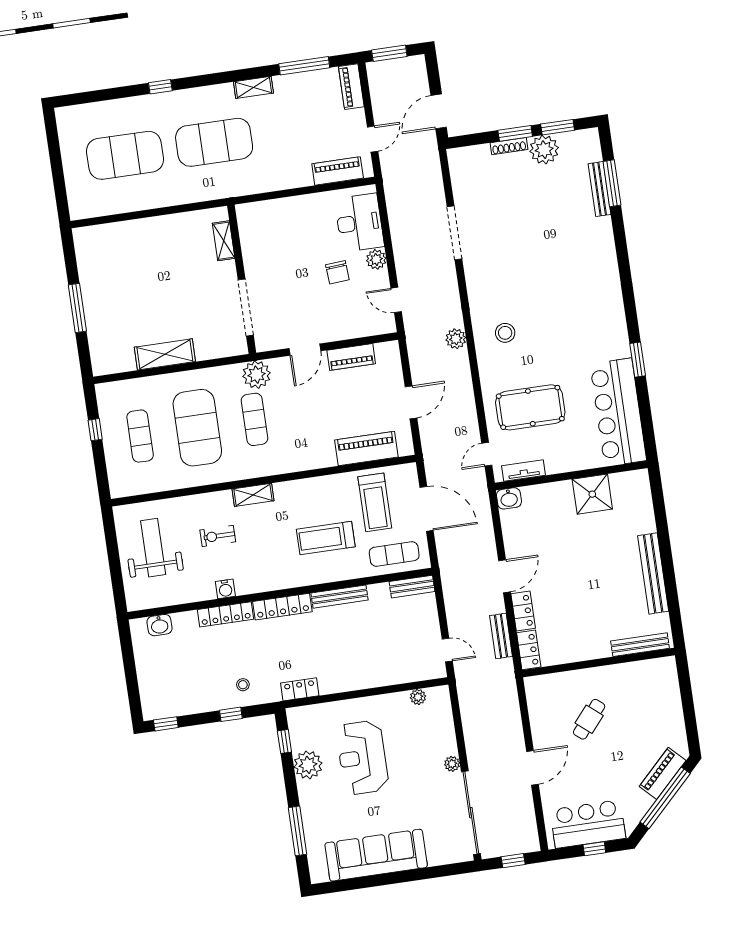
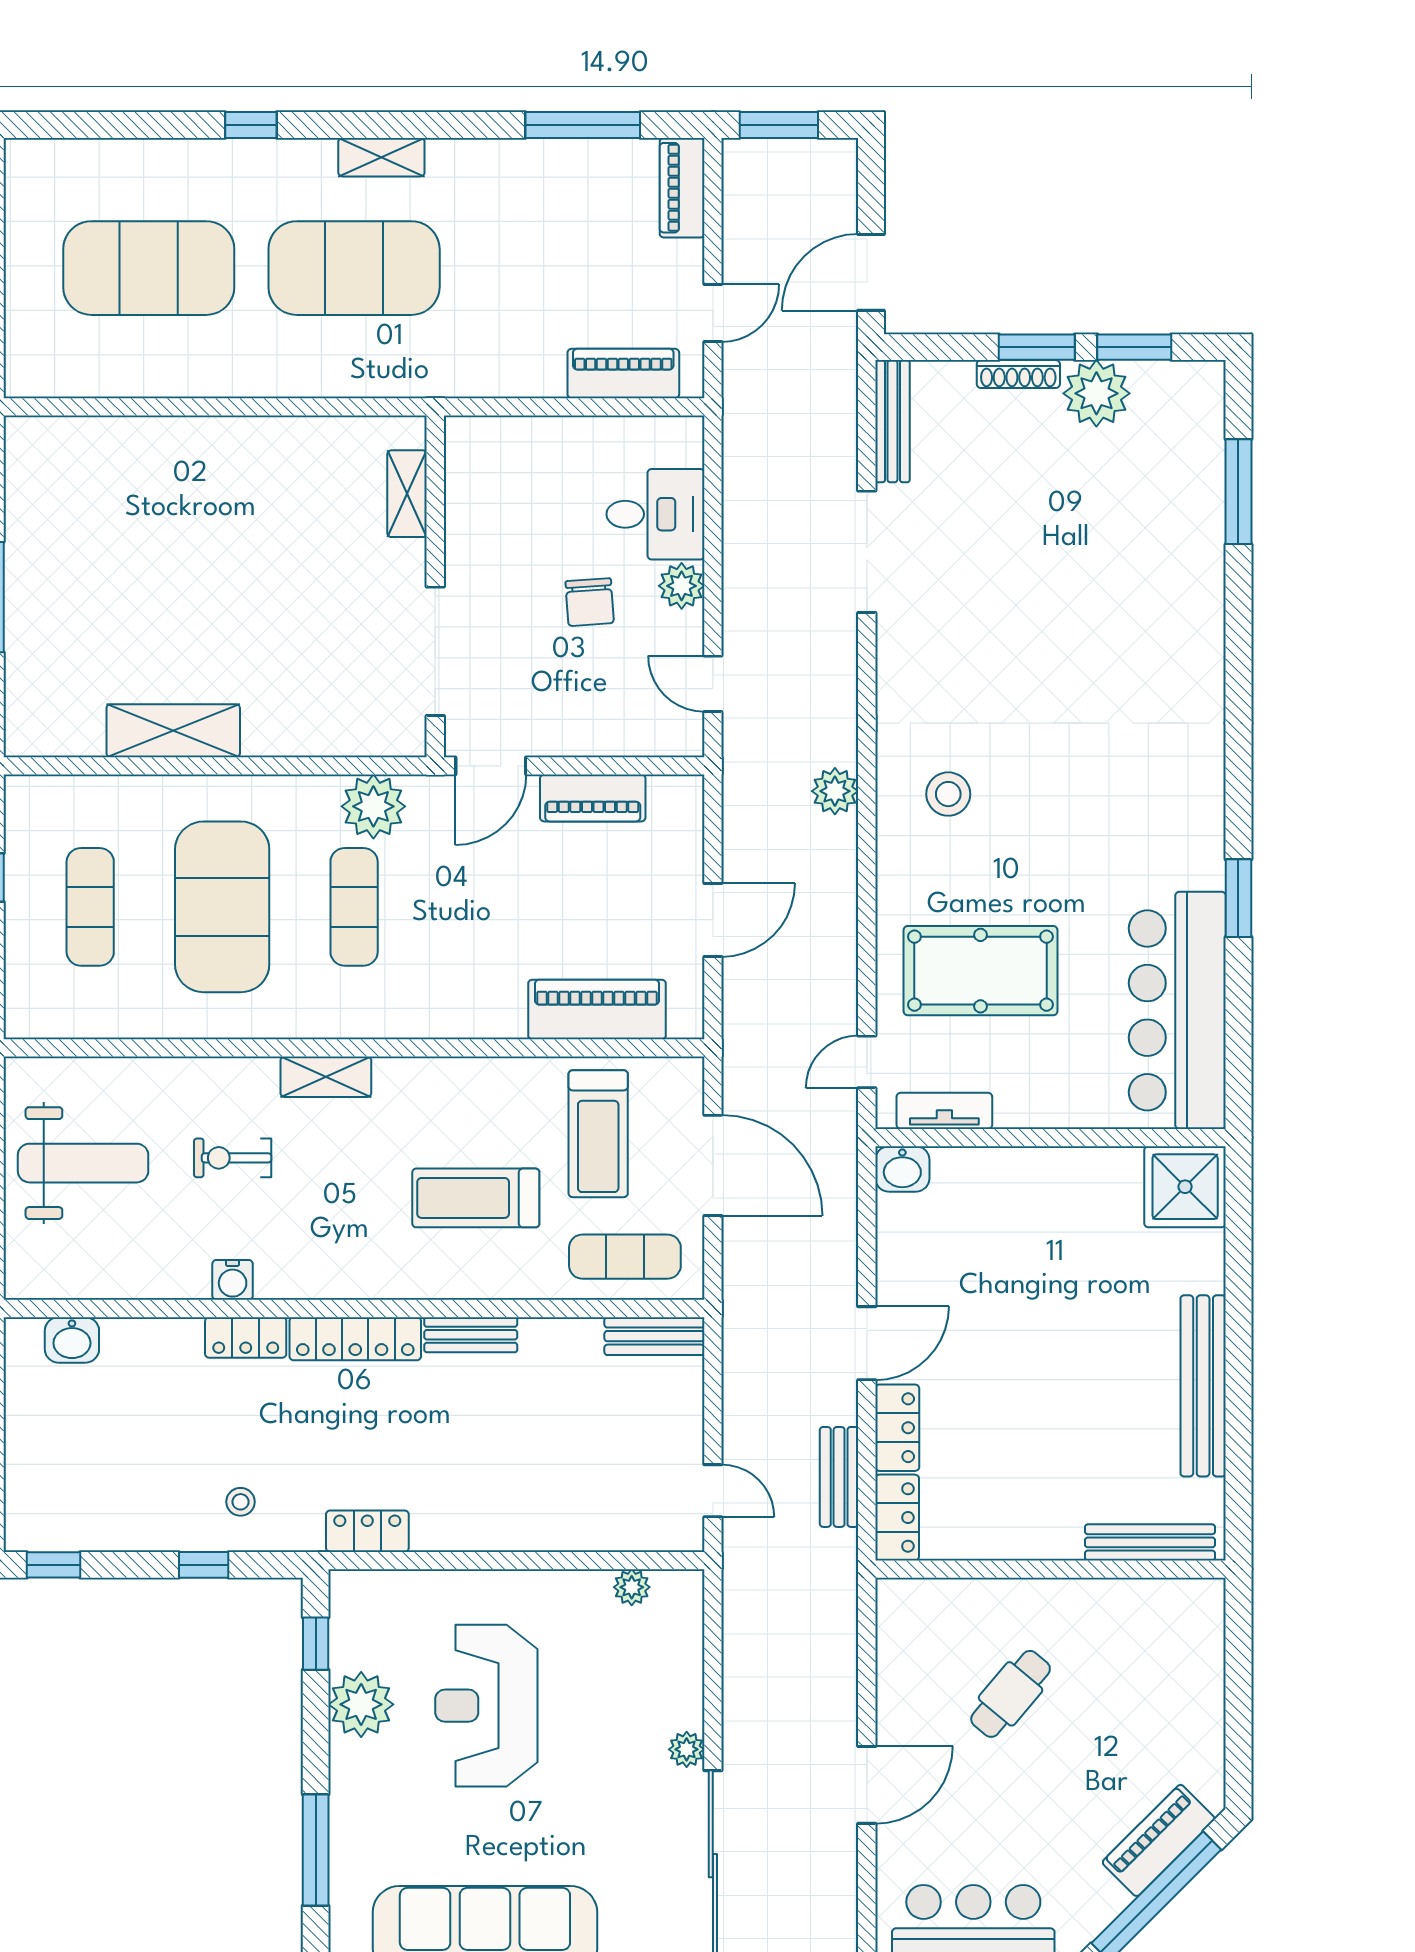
shelving: (253, 87) -> (381, 157), moved
bench: (599, 189) -> (892, 421), moved
desk: (359, 223) -> (655, 514), width x0.73
shelving: (224, 241) -> (407, 494), moved
wall: (242, 279) -> (435, 586), moved
doorway: (246, 307) -> (435, 651), moved
shower: (592, 494) -> (1185, 1187), moved
weight bench: (153, 548) -> (83, 1163), turned 90
bench: (340, 597) -> (471, 1335), width x0.73
locker: (226, 614) -> (246, 1337), width x0.66

